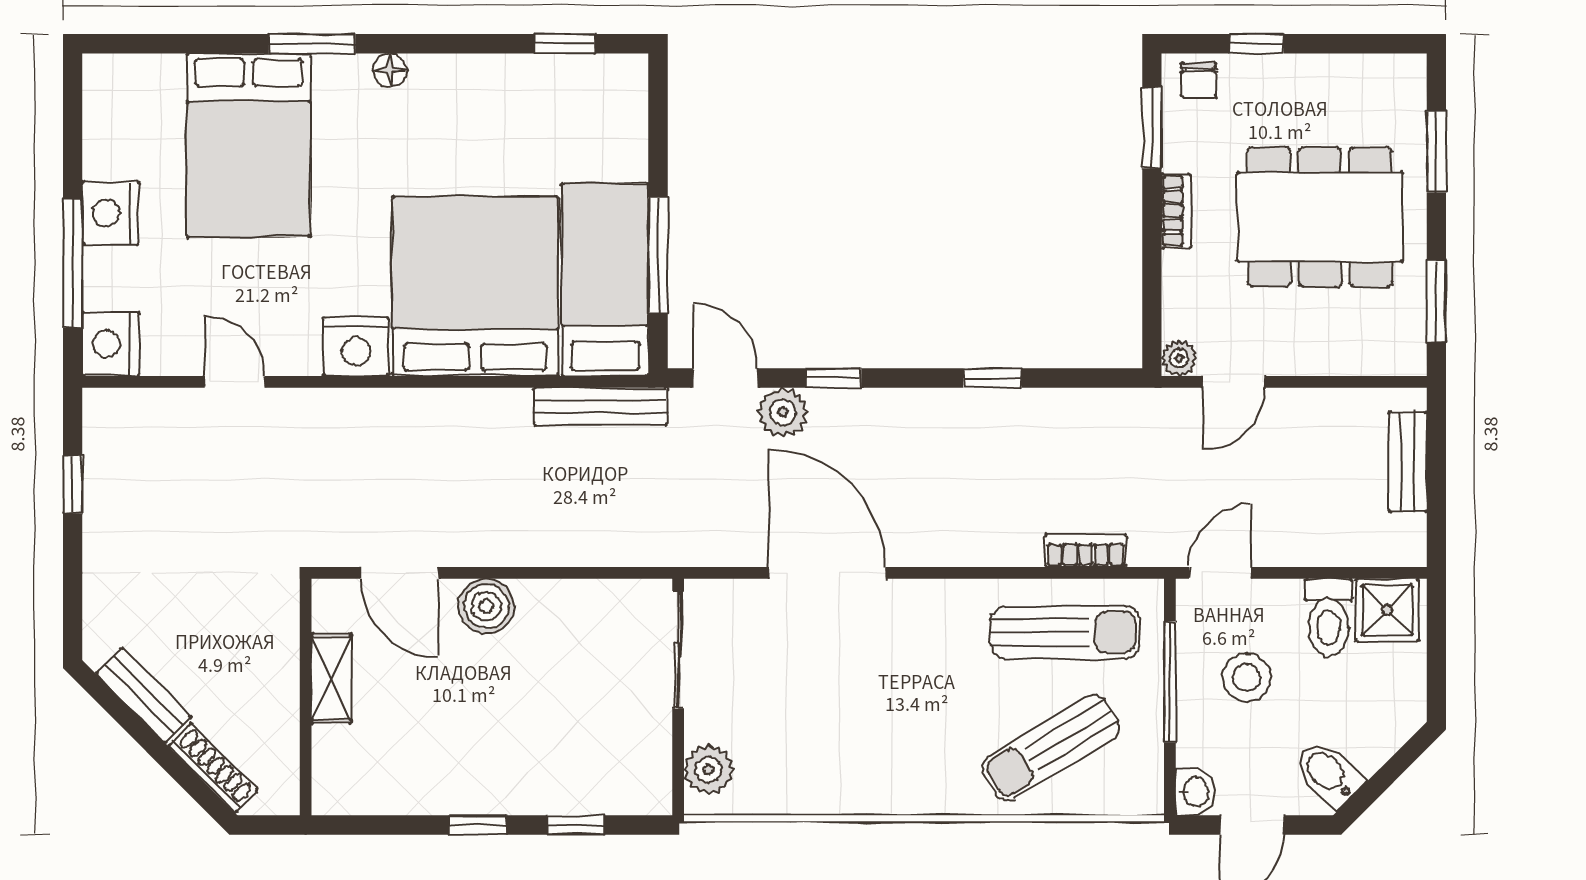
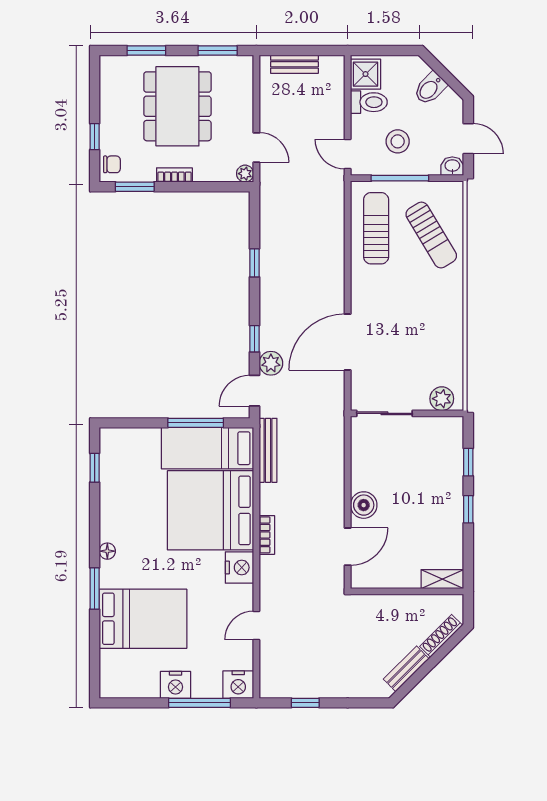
bookcase: (1086, 551) -> (267, 535), moved, turned 180
shelving: (331, 678) -> (442, 579), moved
bidet: (1328, 774) -> (430, 88), moved

